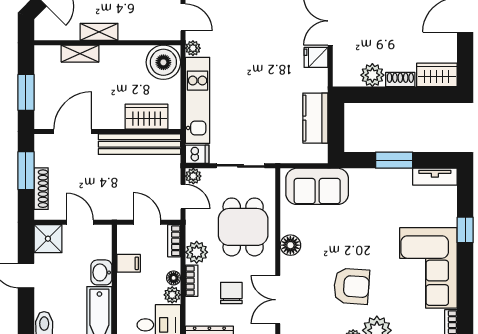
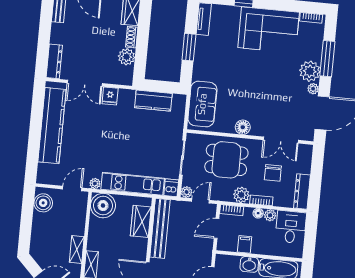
armchair: (351, 286) -> (276, 86), removed
chair: (231, 293) -> (273, 173), turned -90

